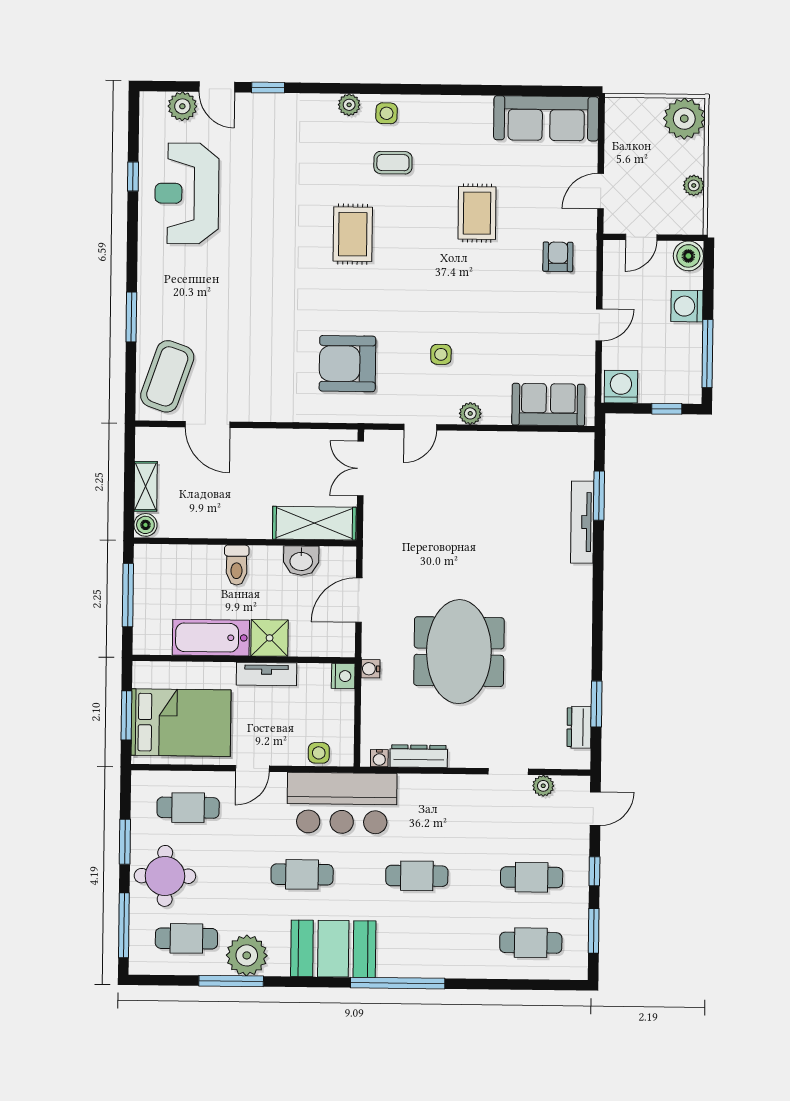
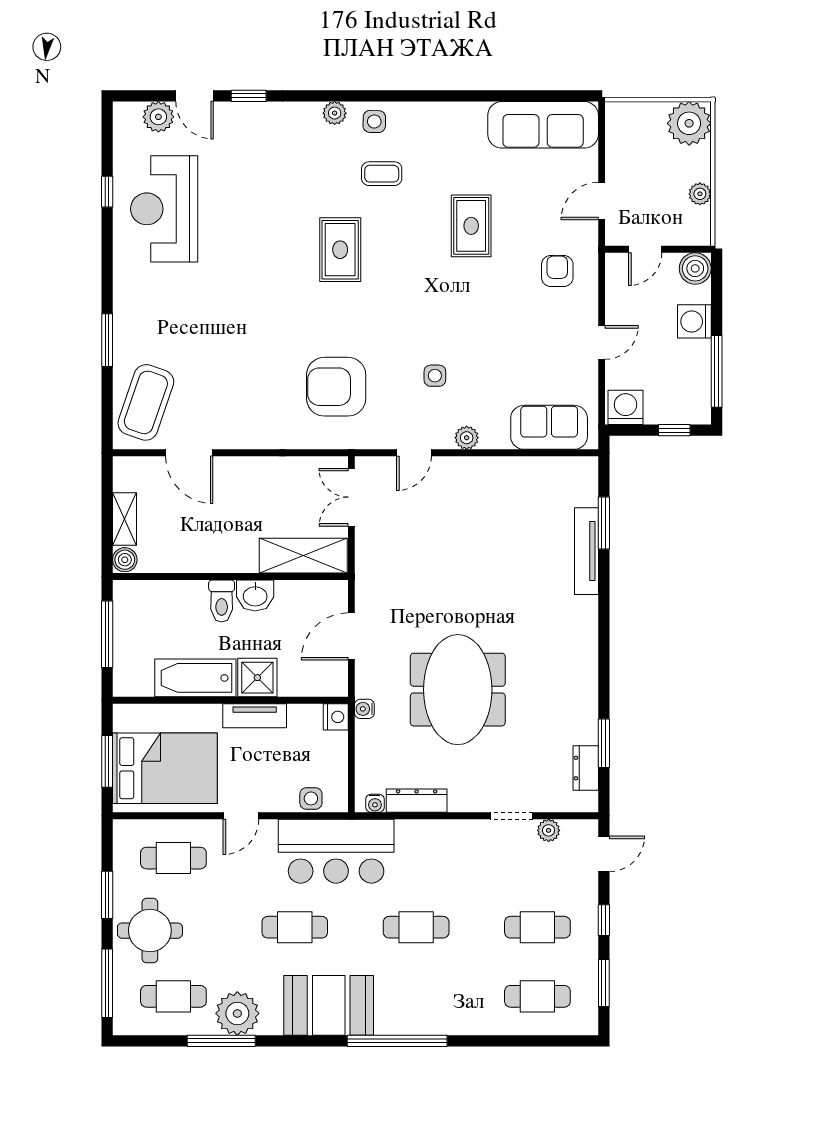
washbasin: (301, 561) -> (255, 595), moved

